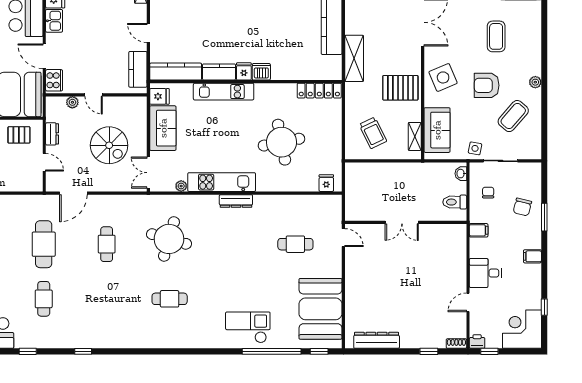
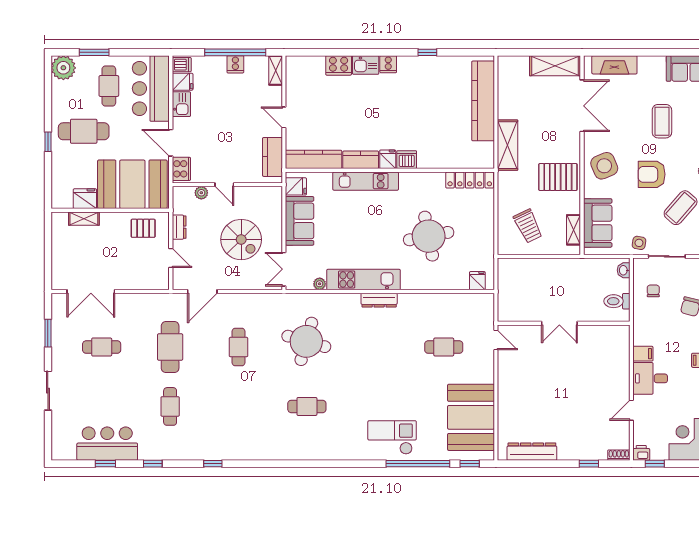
filing cabinet: (479, 230) -> (643, 354), moved

